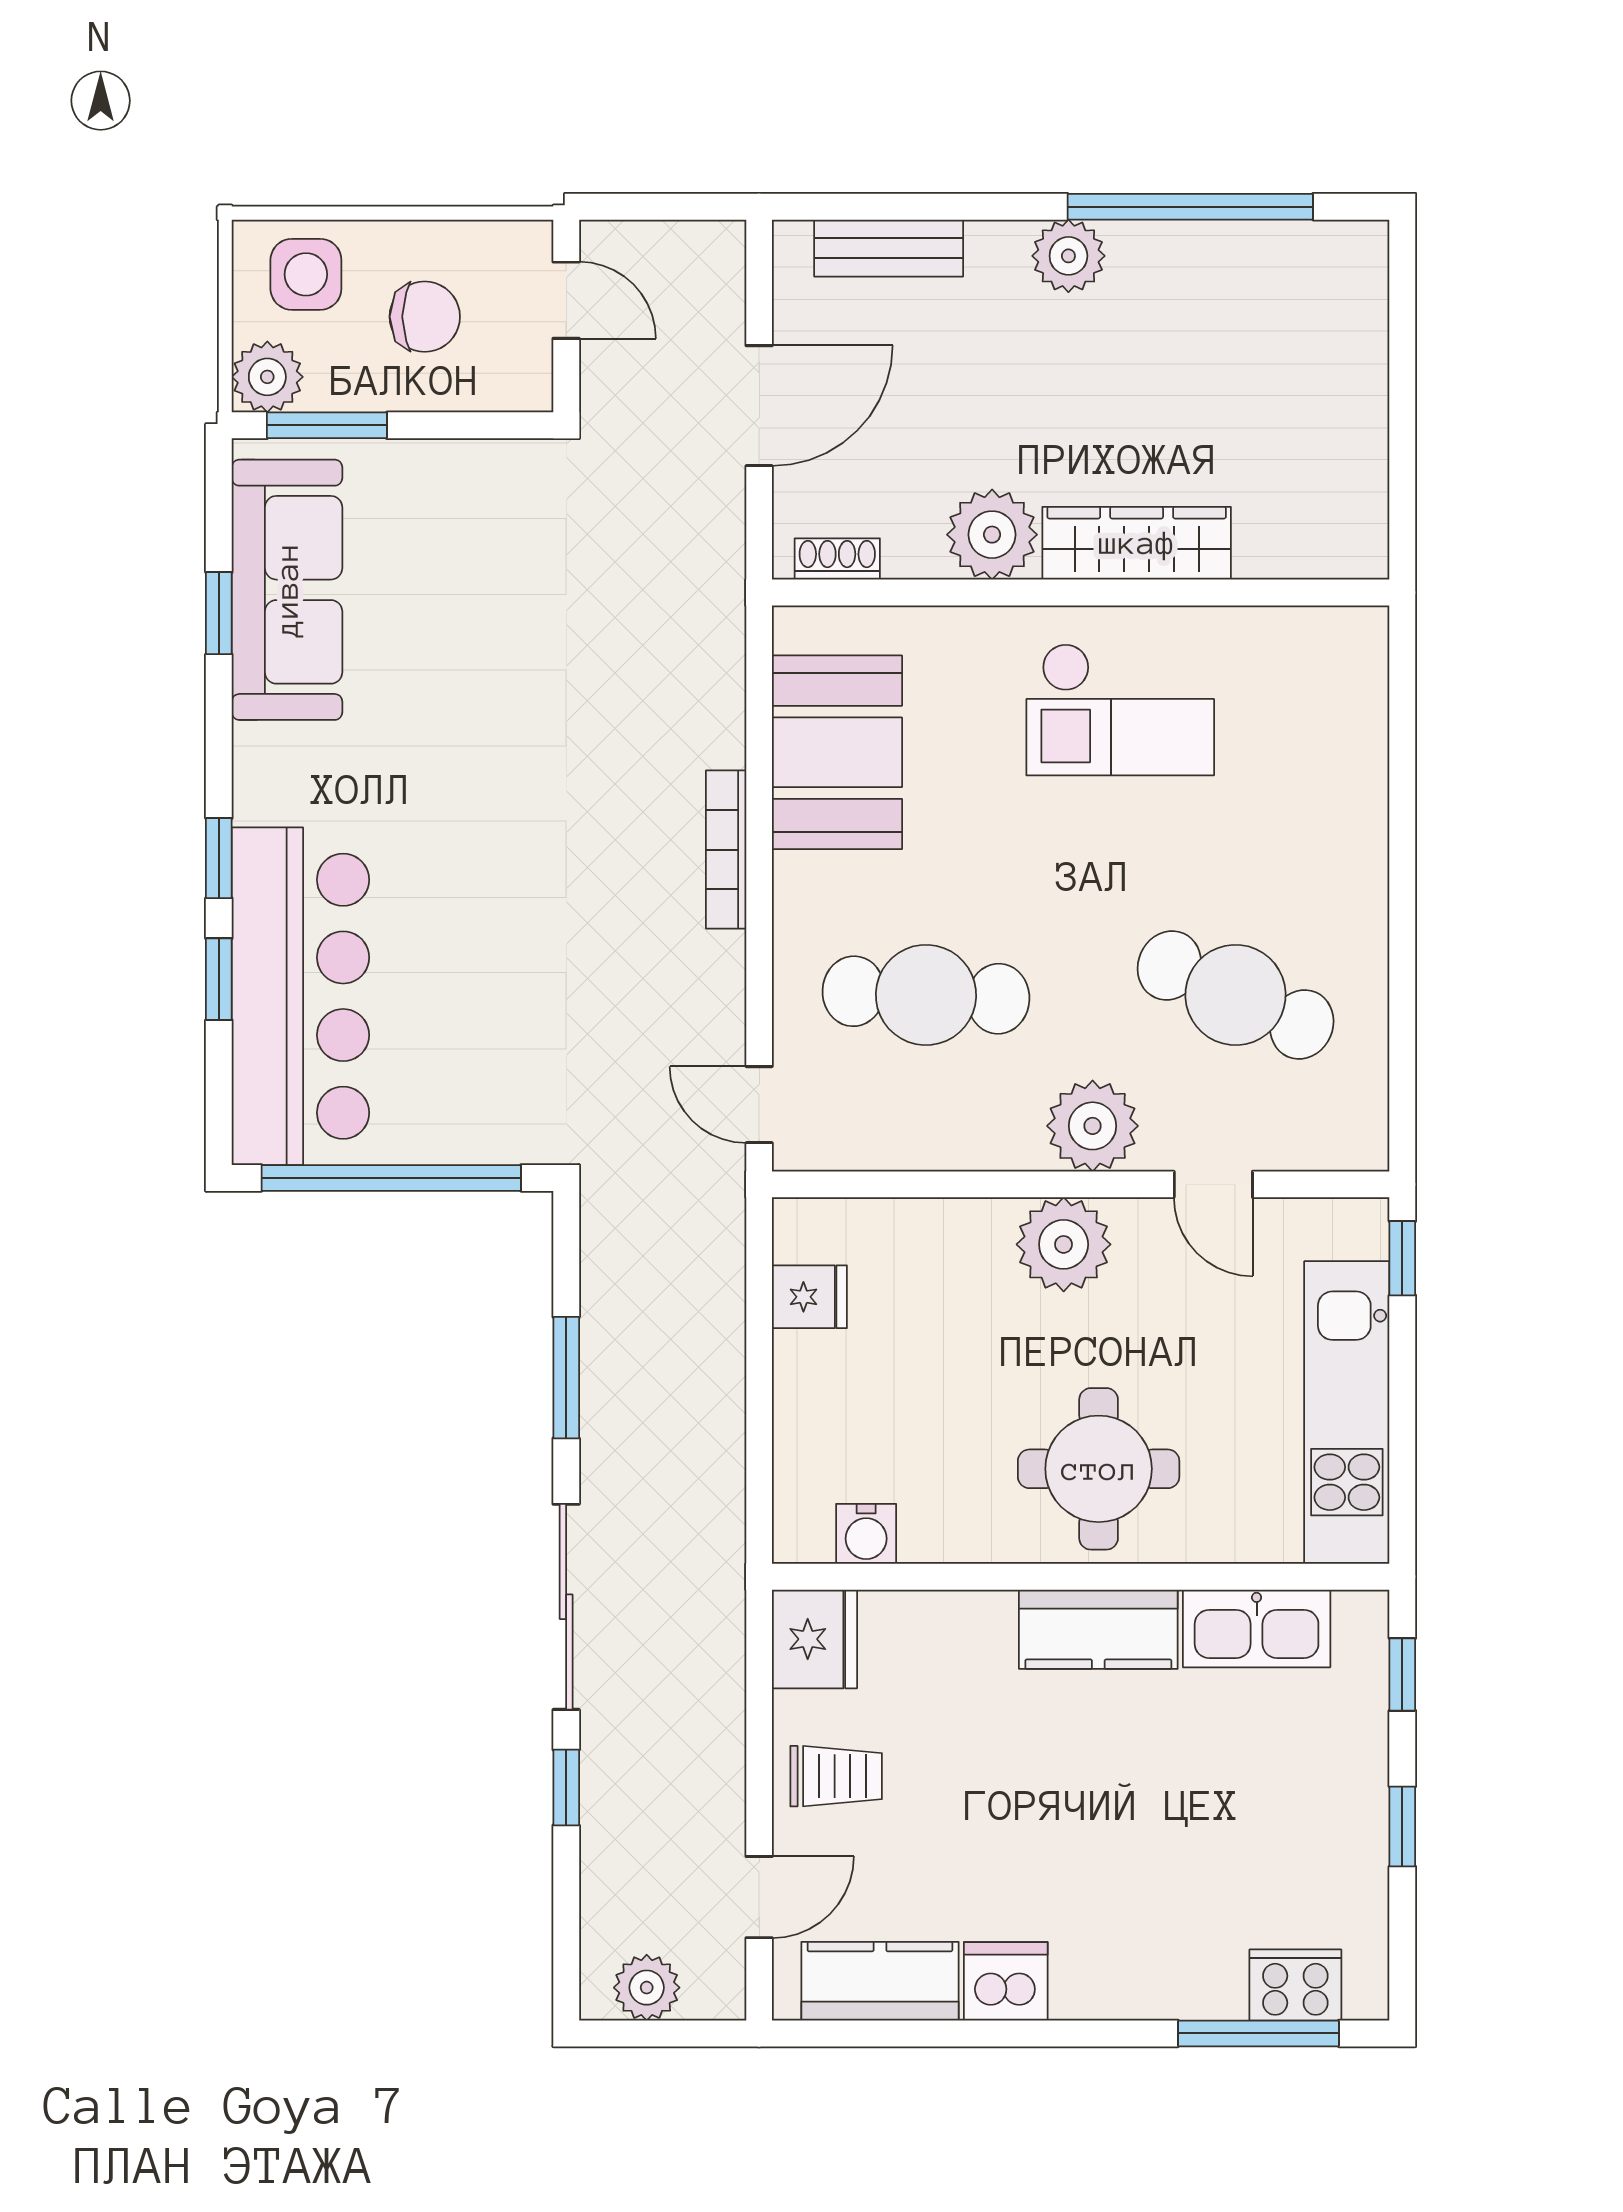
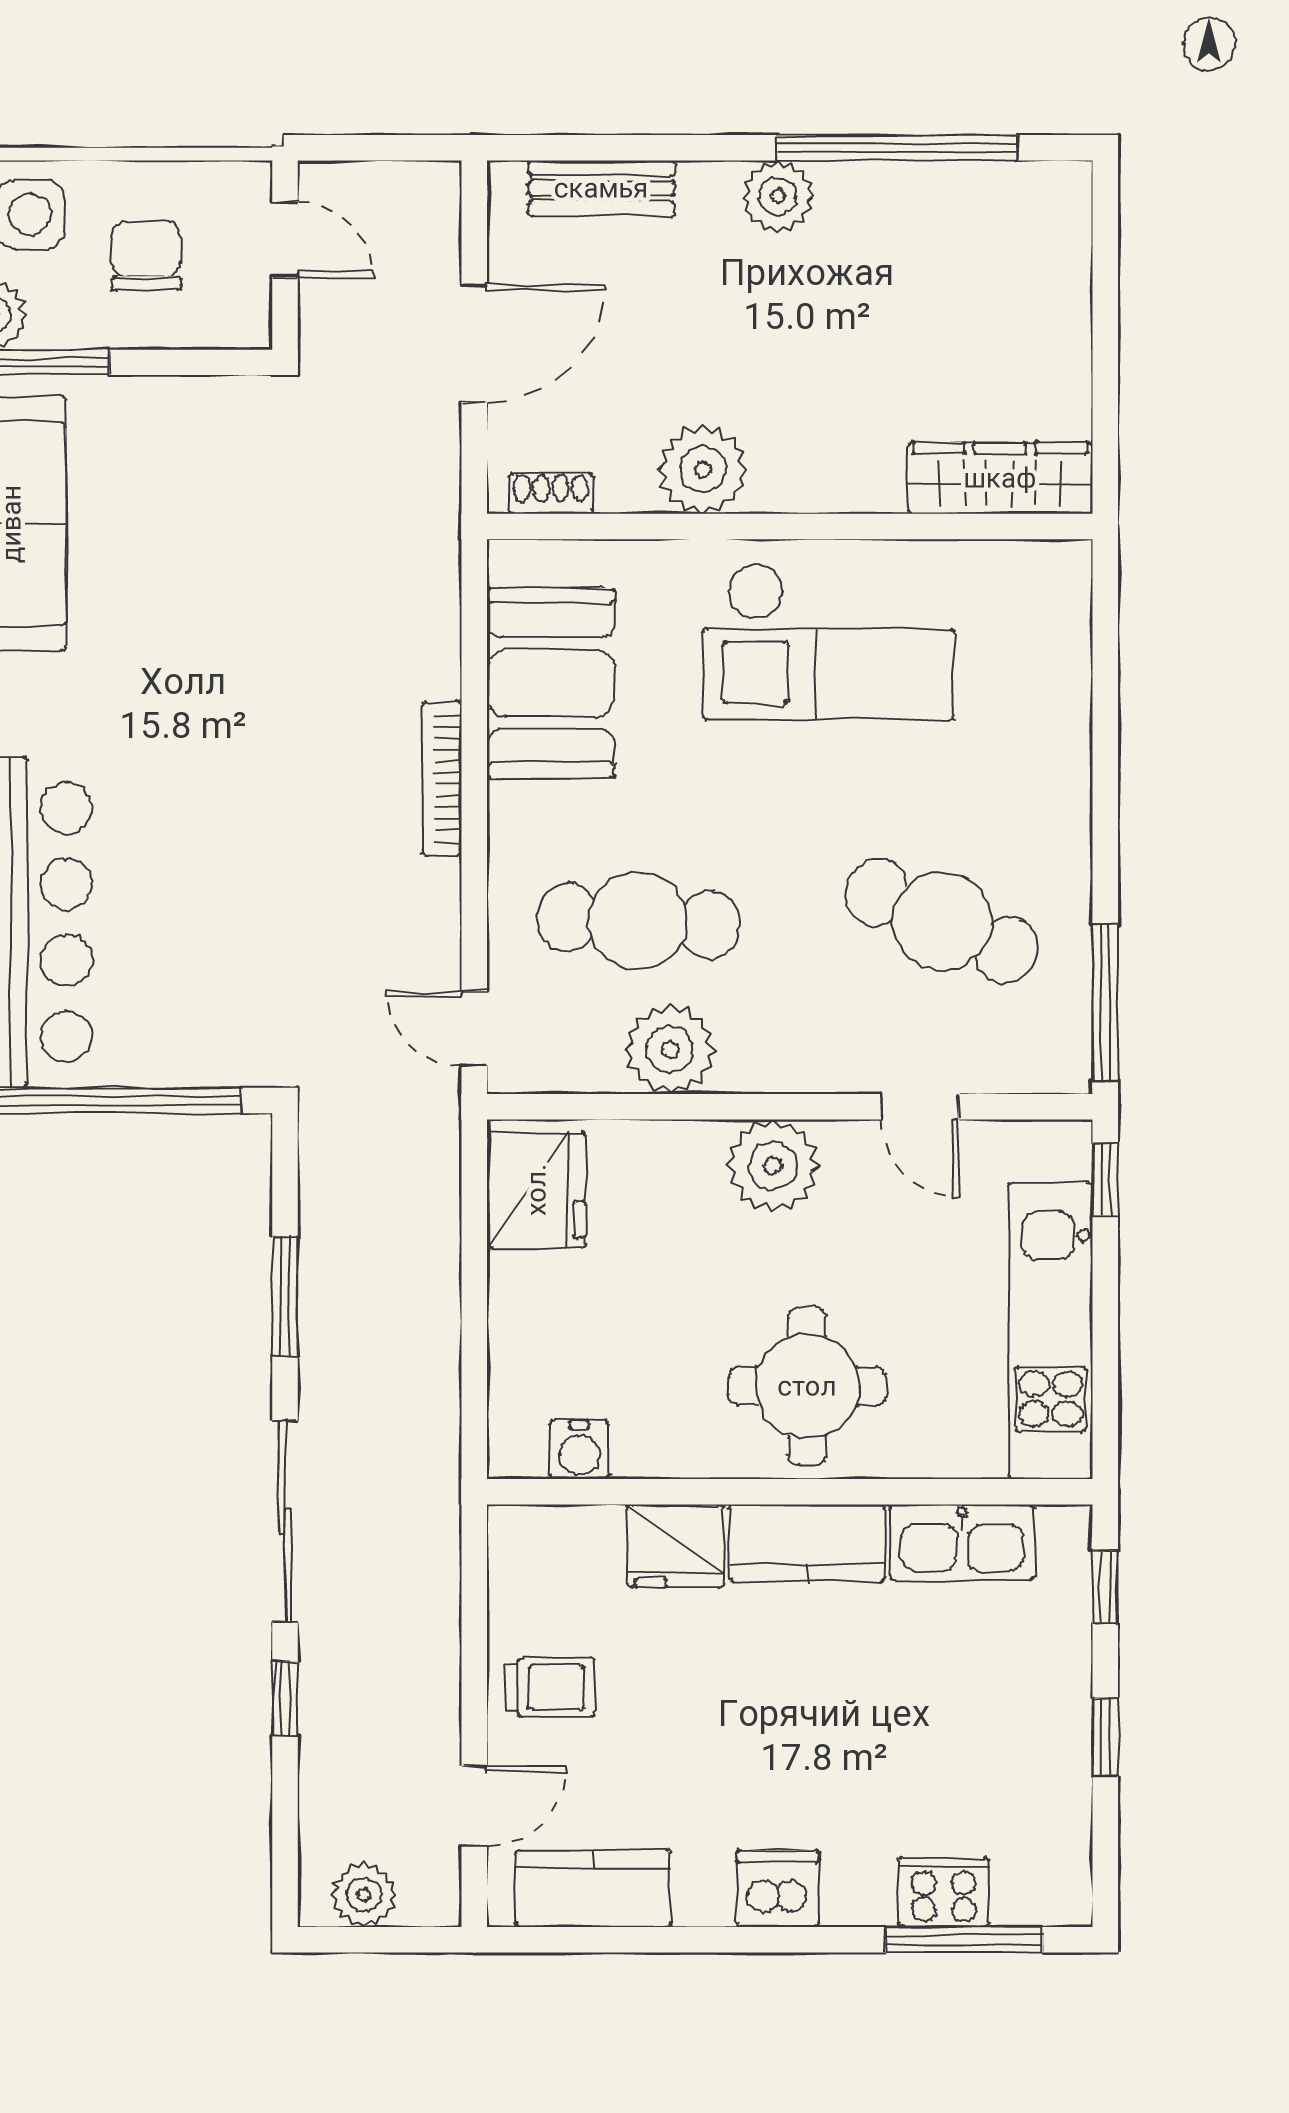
chair: (425, 317) -> (146, 256), turned -90
wardrobe: (1137, 543) -> (1000, 478), moved
checkout: (1120, 710) -> (828, 641), width x1.36, depth x1.21
window: (1402, 1078) -> (1105, 1003), added
plant: (1093, 1126) -> (670, 1050), moved
fridge: (809, 1297) -> (536, 1190), width x1.88, depth x1.34
fridge: (815, 1639) -> (676, 1546), moved, turned 90
dishwasher: (1006, 1981) -> (778, 1889), moved
cooker: (1295, 1985) -> (944, 1892), moved

